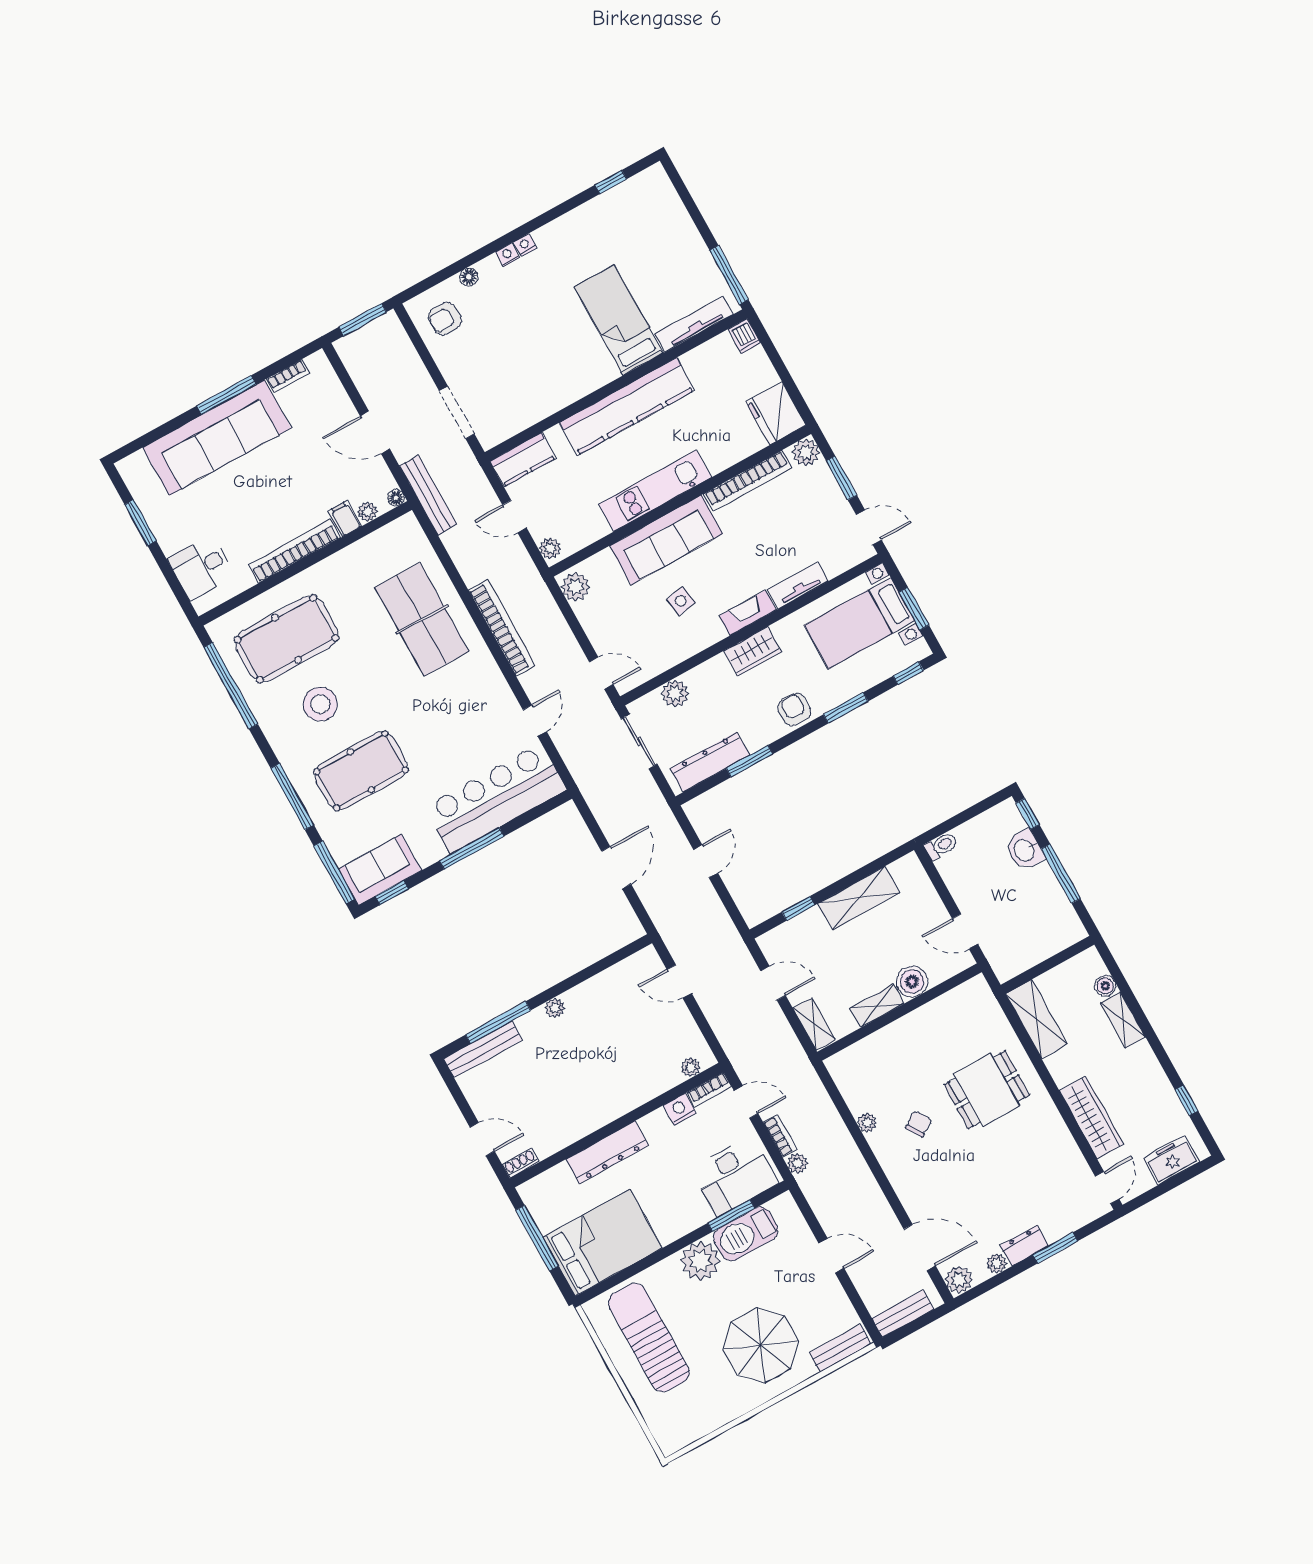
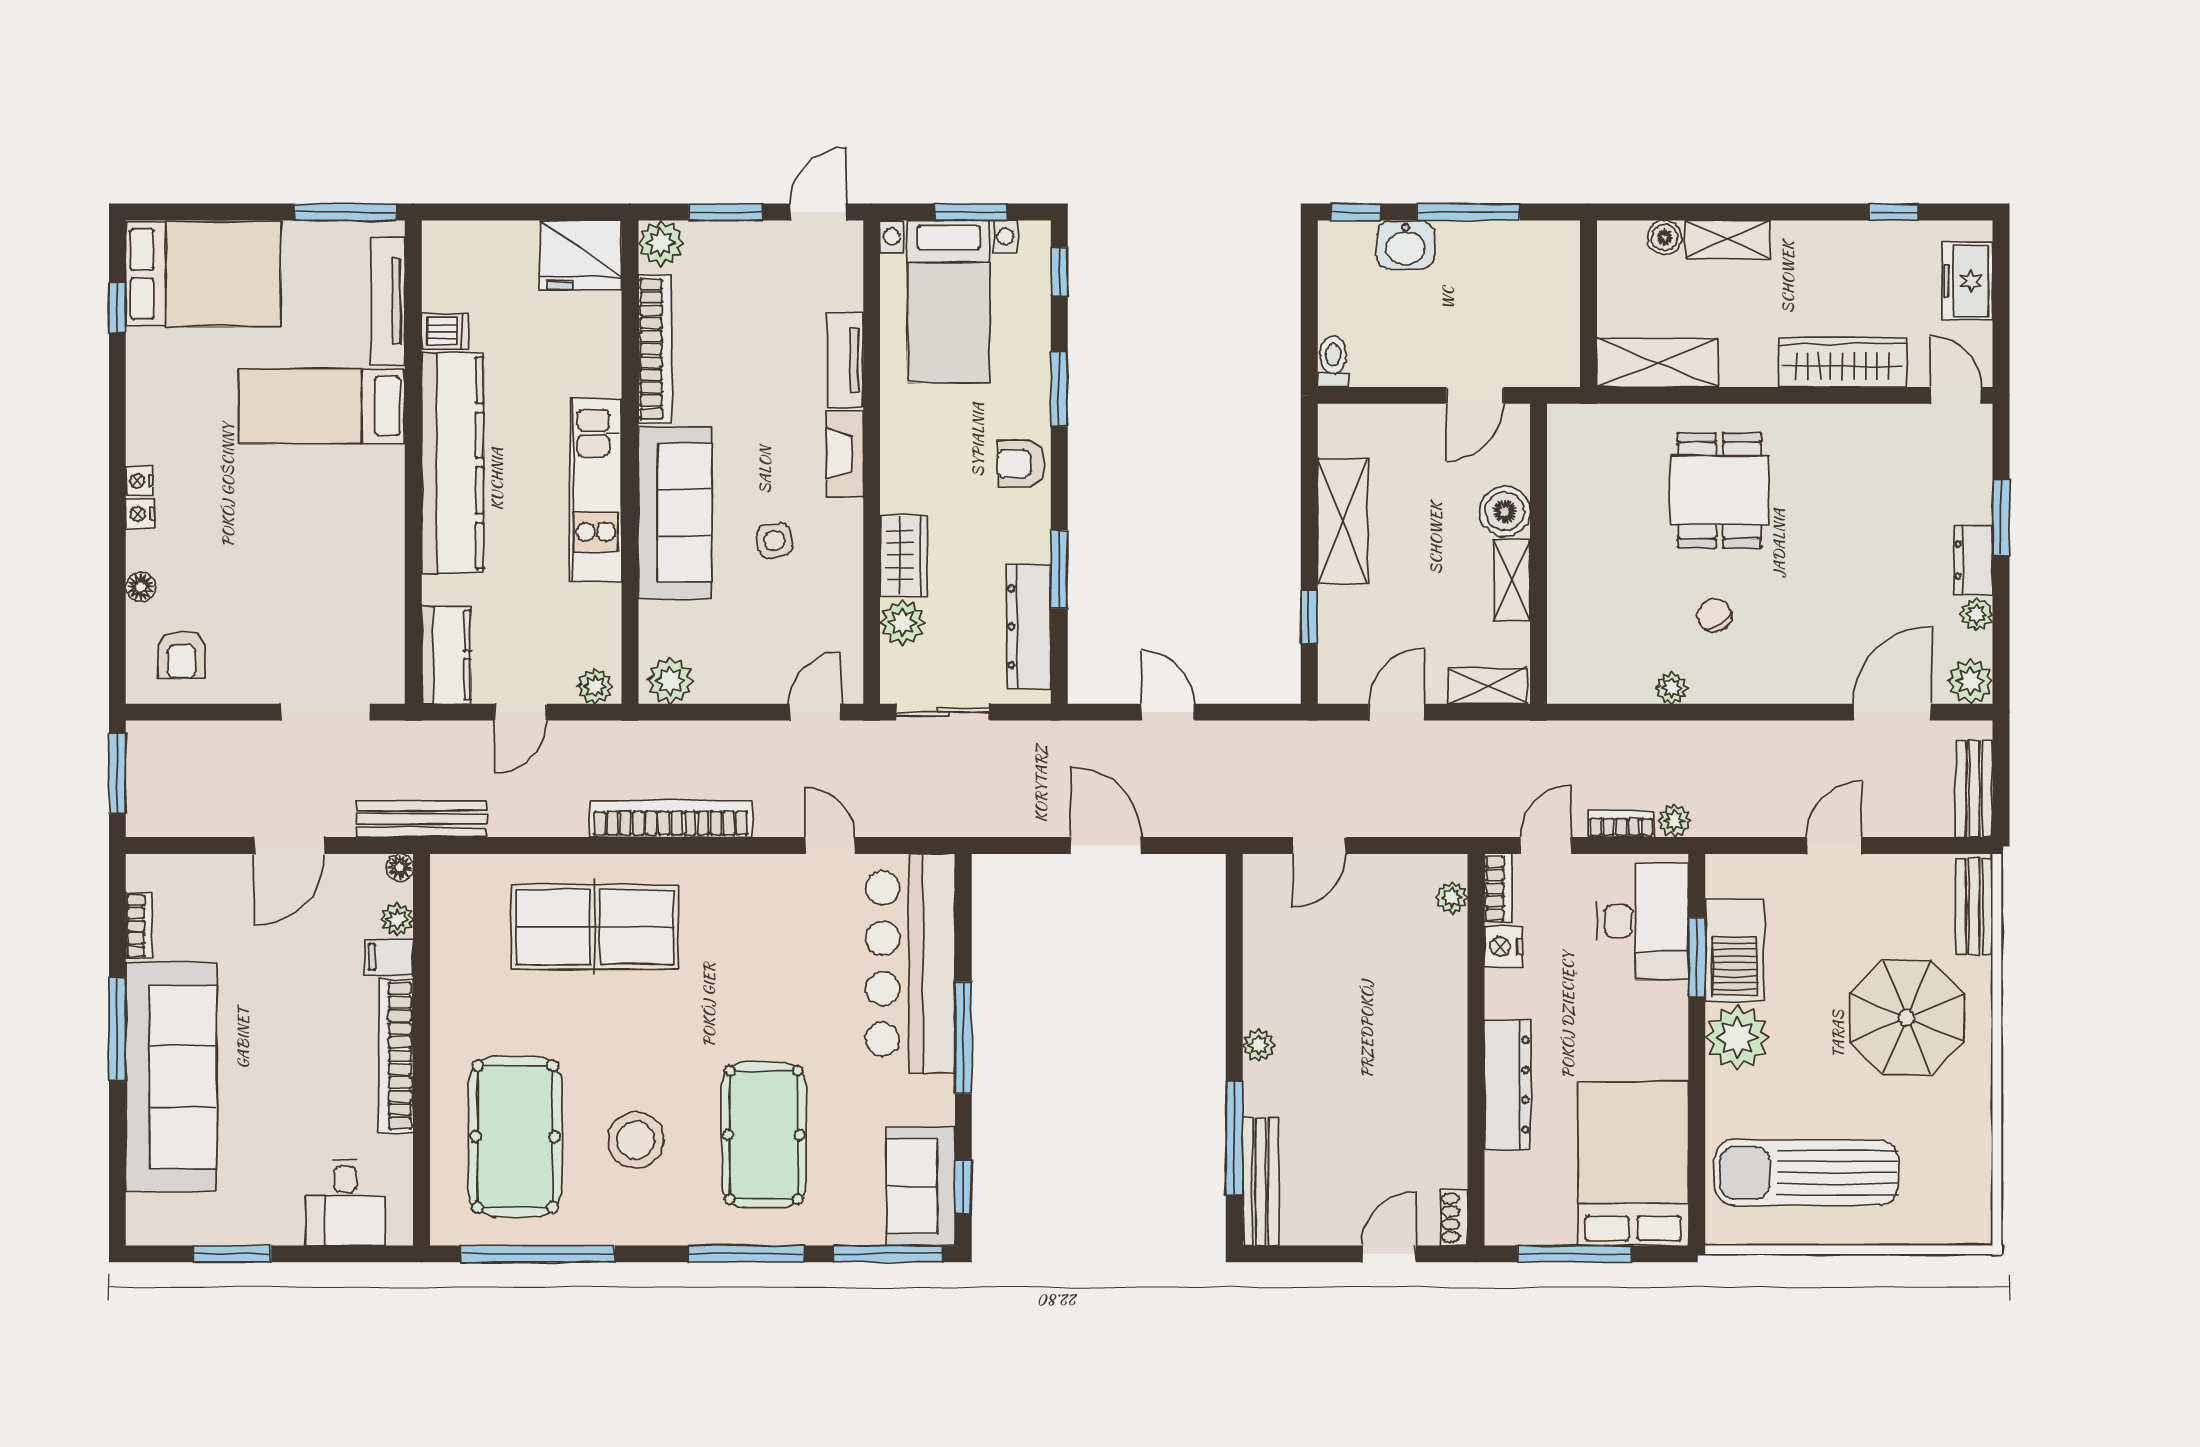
bed: (654, 218) -> (203, 274), added
dishwasher: (744, 336) -> (445, 331), moved
wardrobe: (753, 651) -> (904, 555), moved

